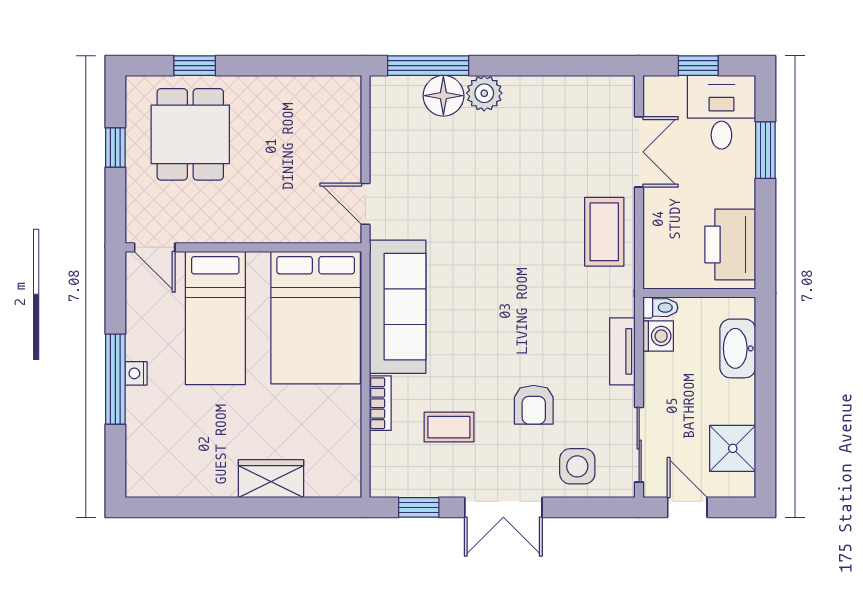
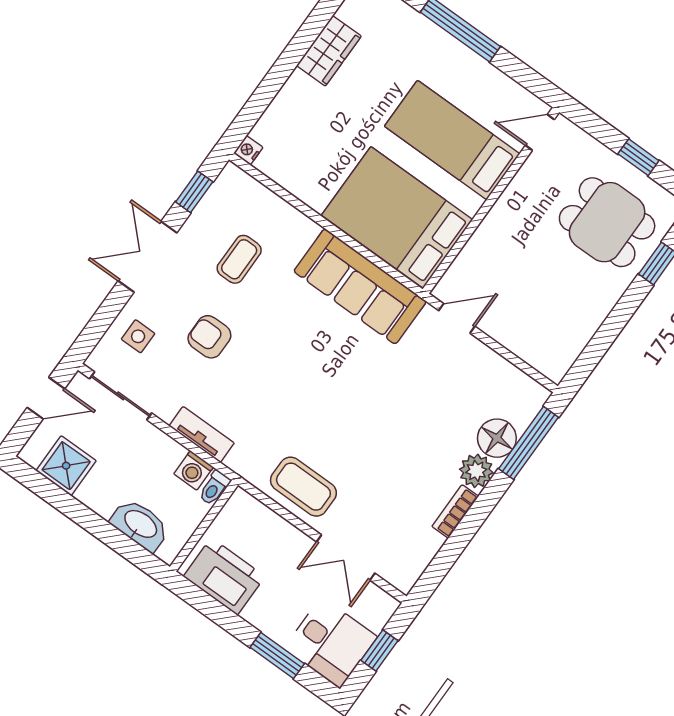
nightstand: (136, 373) -> (248, 150), moved, turned -90
bookcase: (380, 403) -> (455, 511), moved, turned 90
side table: (577, 466) -> (138, 336), width x0.73, depth x0.73
wardrobe: (271, 479) -> (329, 51), moved

